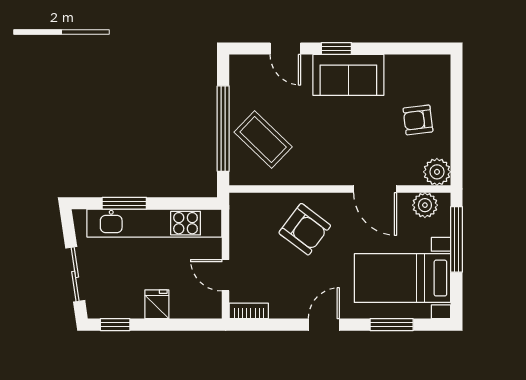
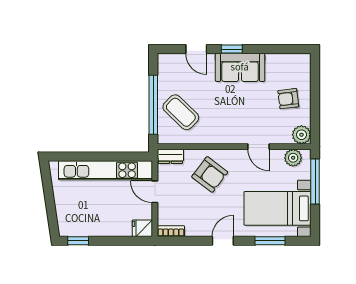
door: (375, 189) -> (259, 147), width x0.73
window: (124, 203) -> (85, 156), removed
dresser: (248, 203) -> (170, 156), added
sliding door: (75, 274) -> (50, 206), removed
door: (226, 275) -> (155, 192), moved
fridge: (157, 304) -> (142, 228), moved, turned -90

